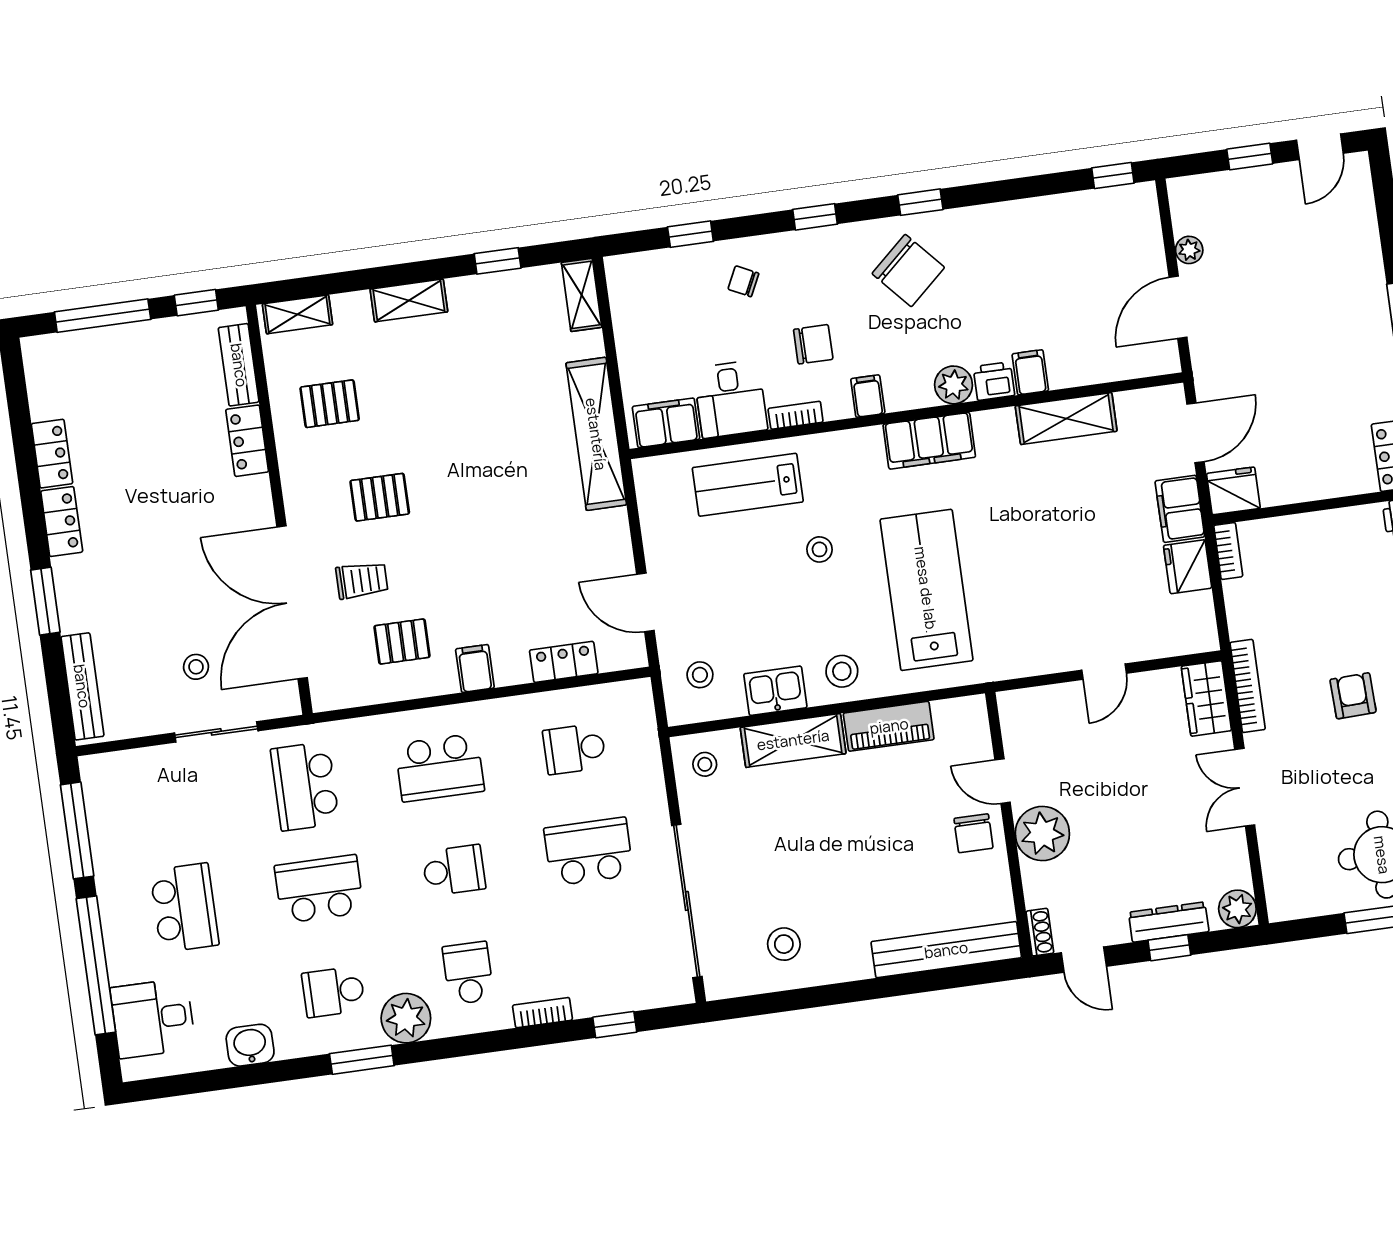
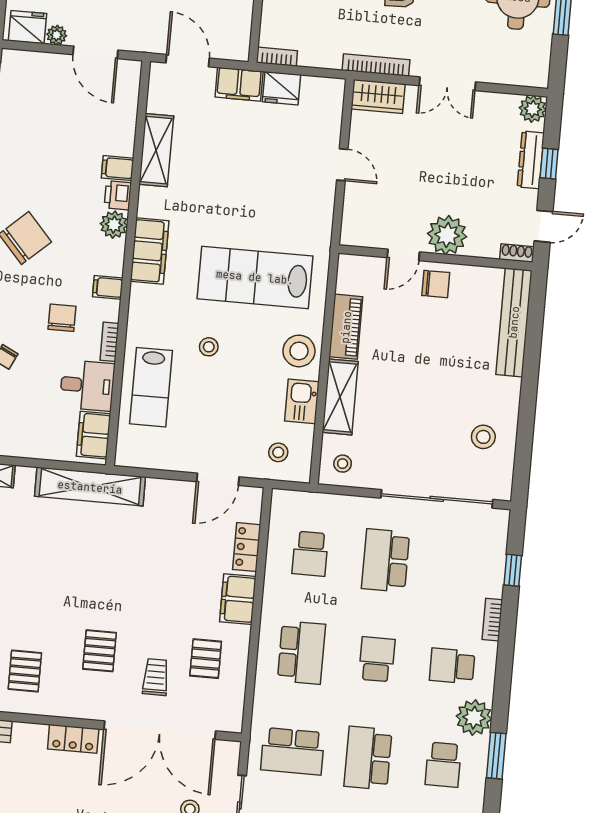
locker: (247, 441) -> (73, 739), moved
fridge: (1233, 491) -> (27, 27), moved, turned 90
filing cabinet: (475, 668) -> (238, 599), width x2.00
stool: (842, 671) -> (299, 351), width x1.38, depth x1.38

